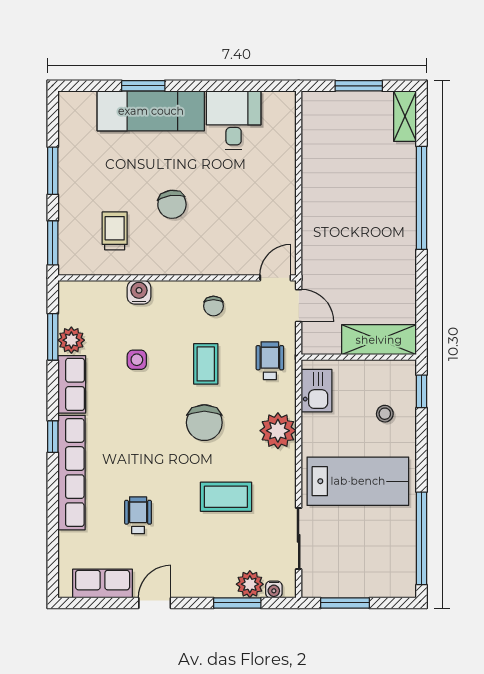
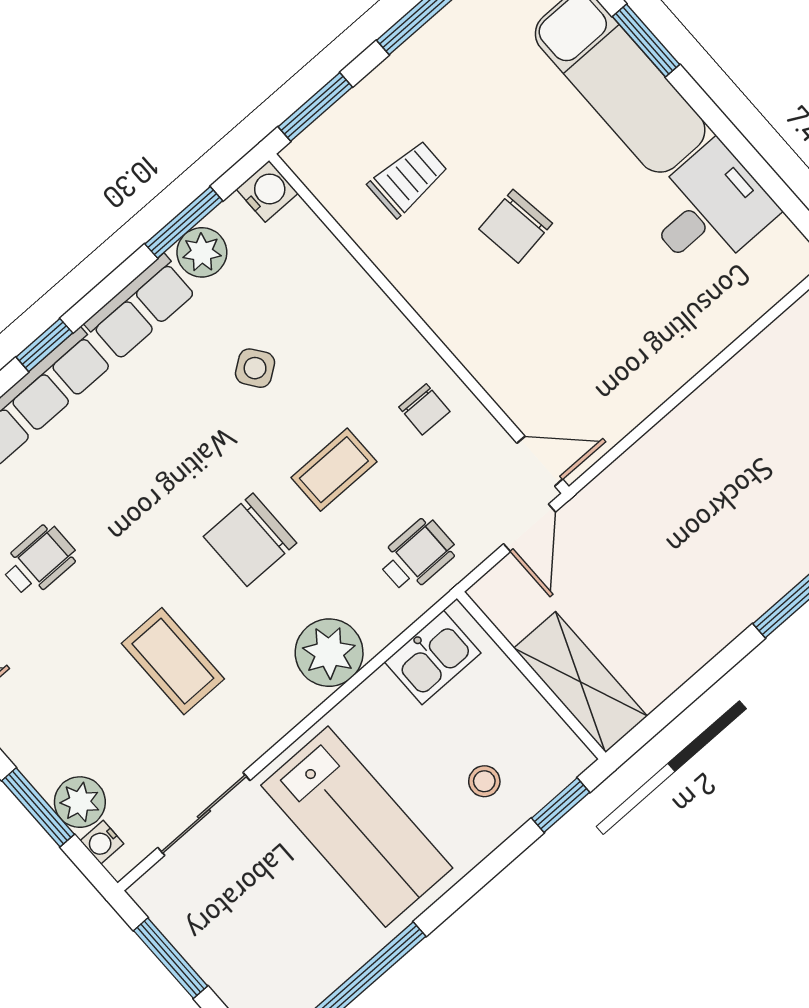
water cooler: (139, 292) -> (267, 191), moved
chair: (213, 306) -> (424, 409), turned -89
side table: (137, 360) -> (255, 368), turned -36

